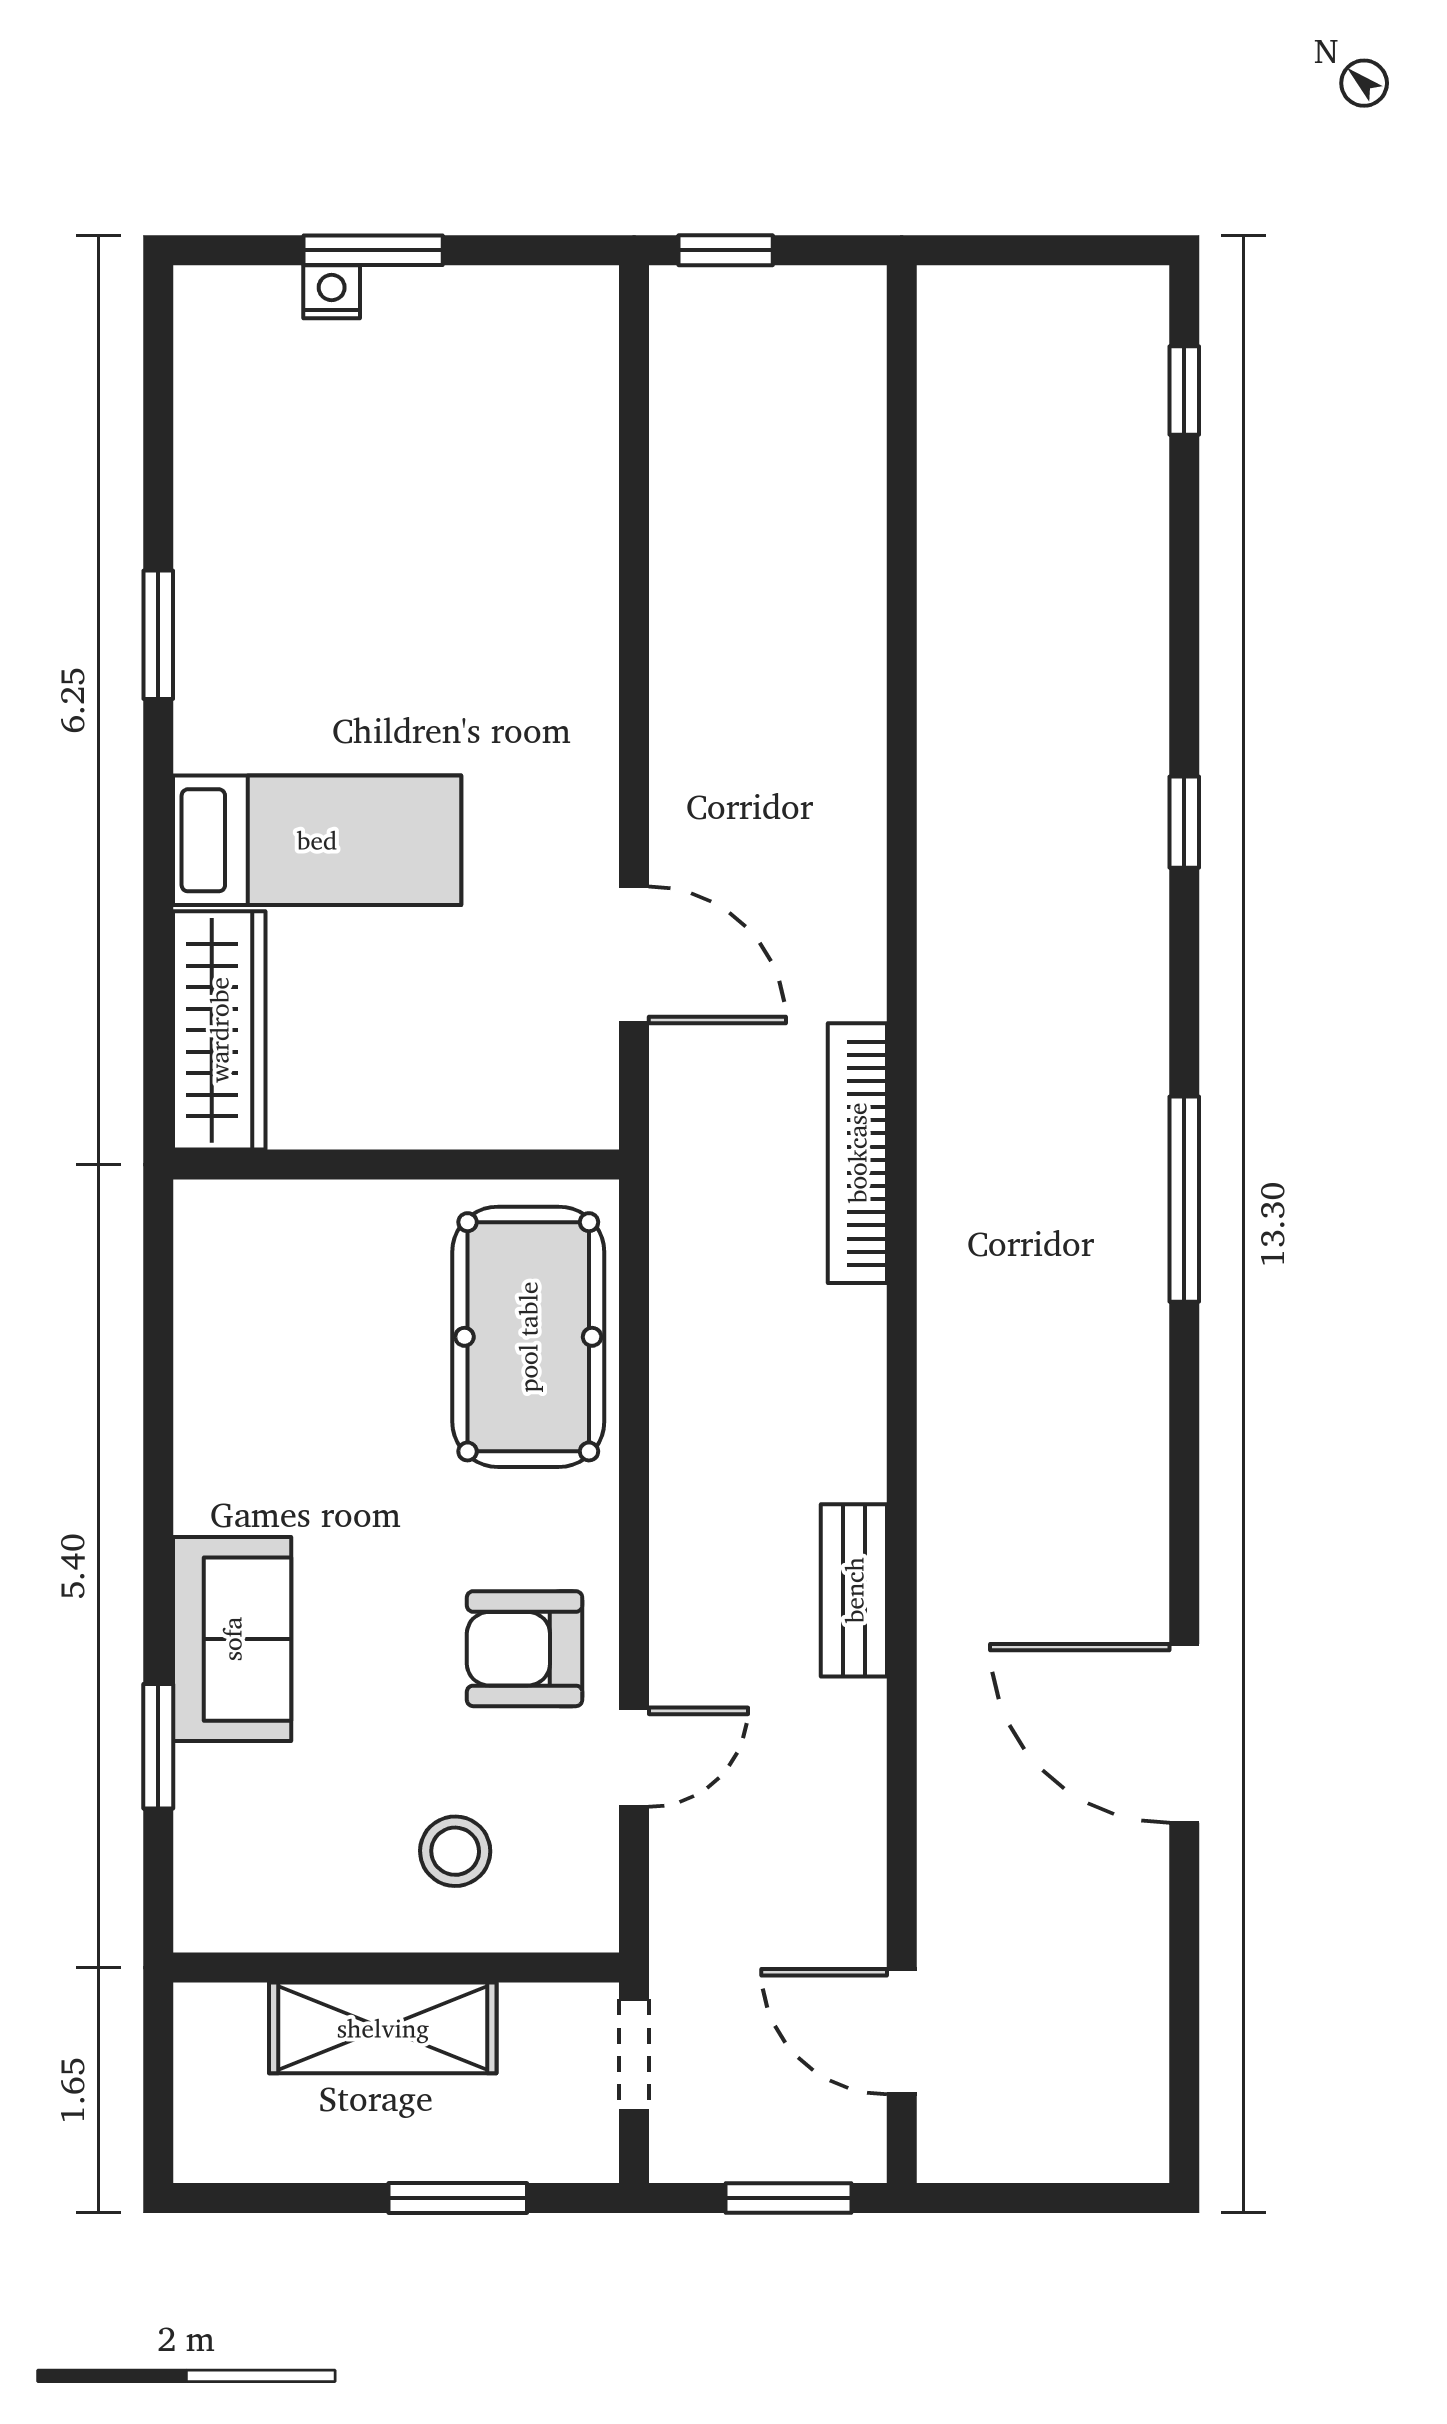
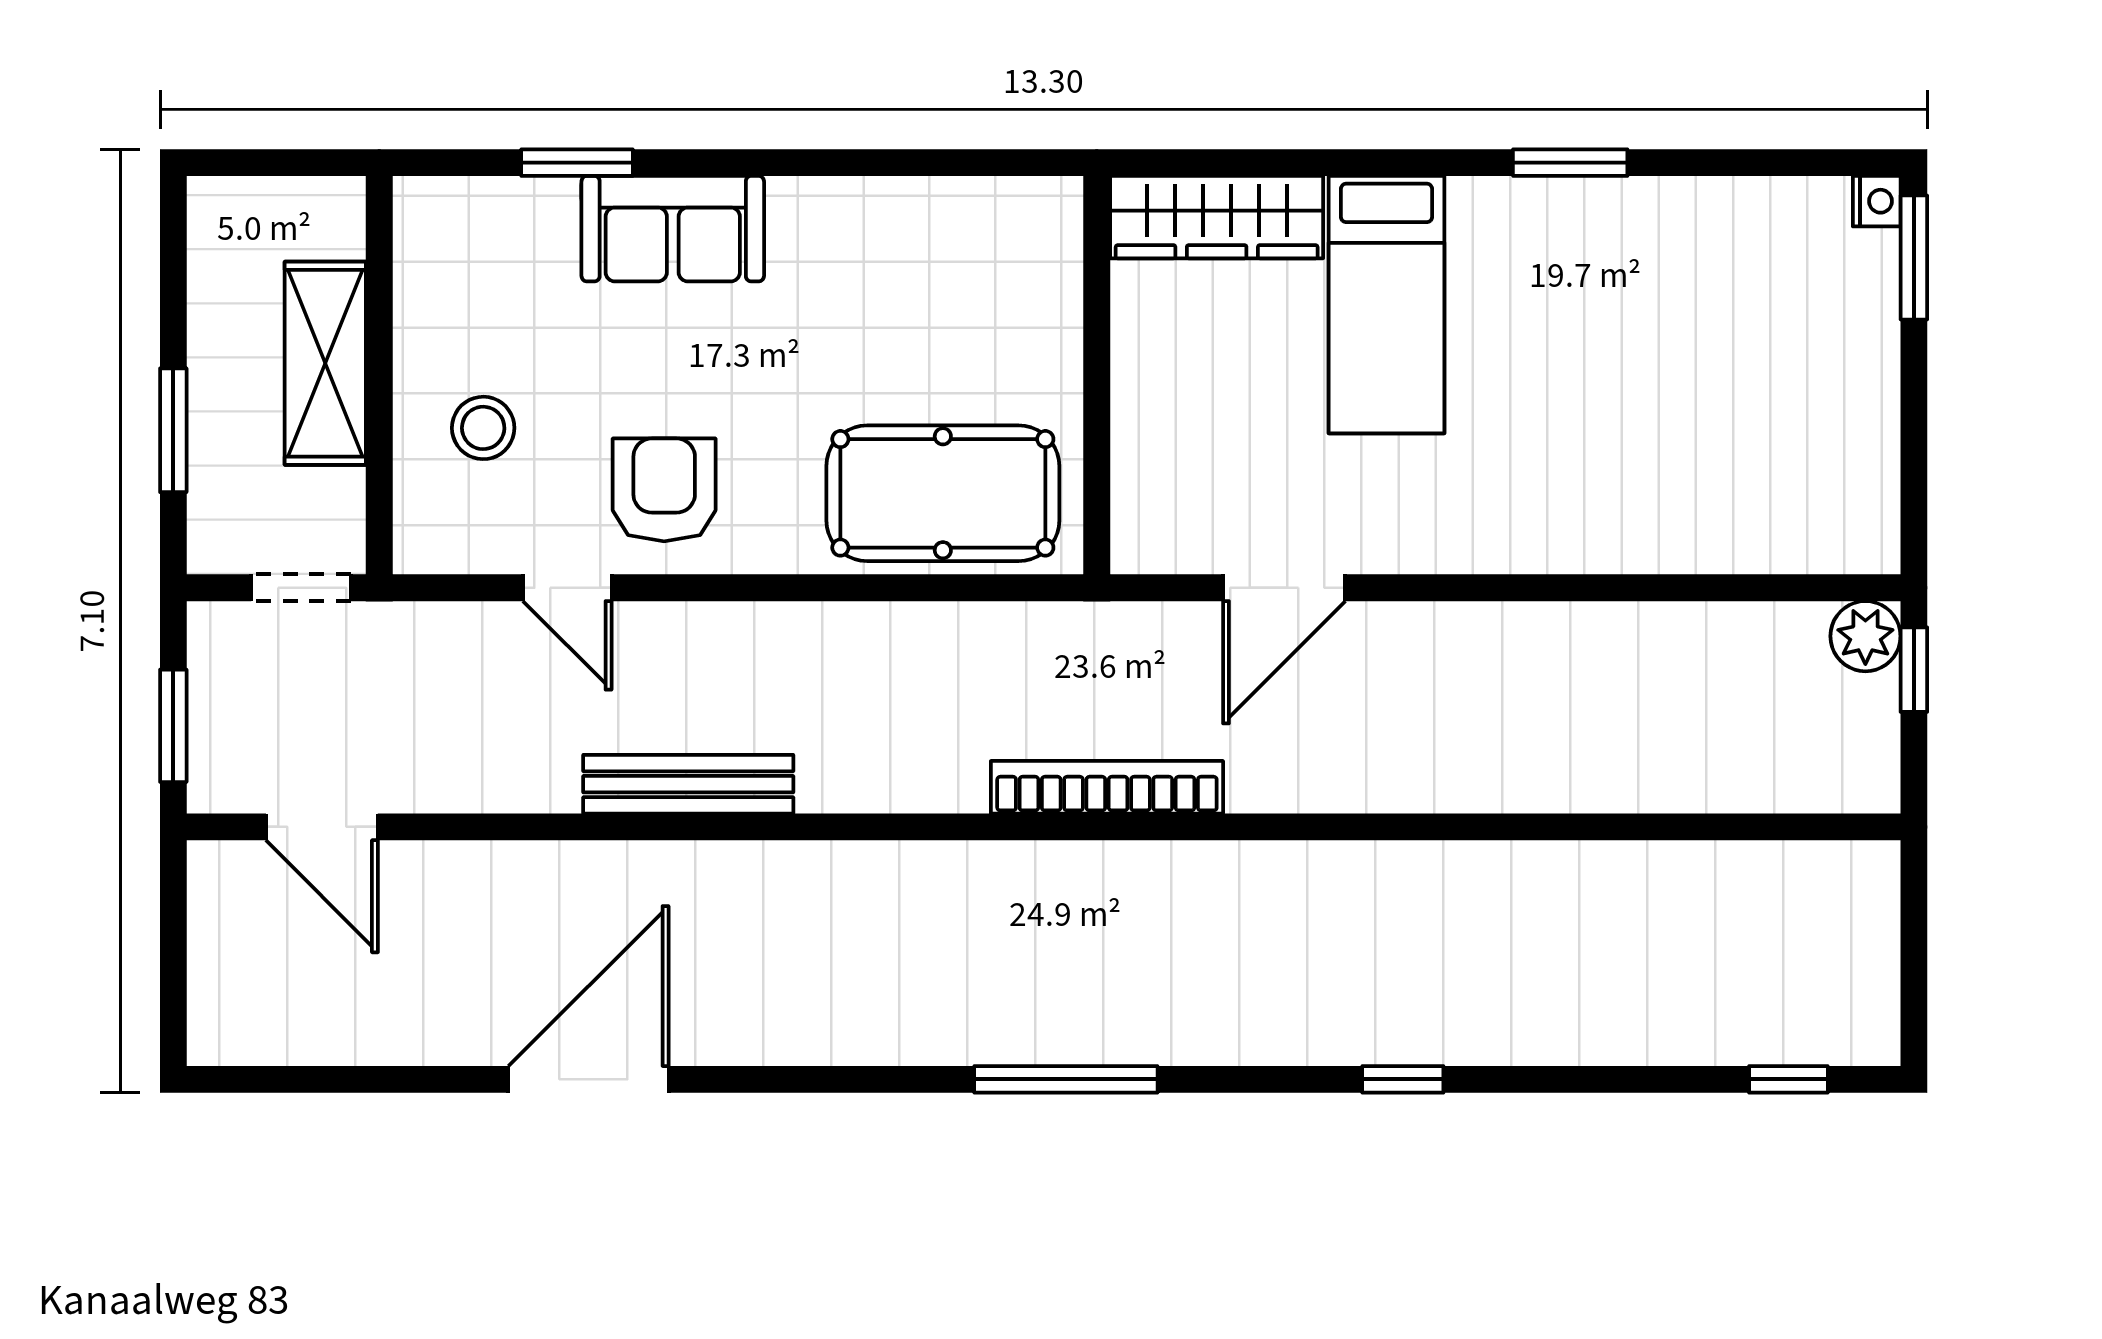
window: (373, 250) -> (1914, 257), moved
nightstand: (332, 292) -> (1877, 201), moved
plant: (688, 304) -> (1865, 636), added
bench: (854, 1590) -> (688, 784), width x1.36
door: (902, 2032) -> (322, 827), swing flipped

